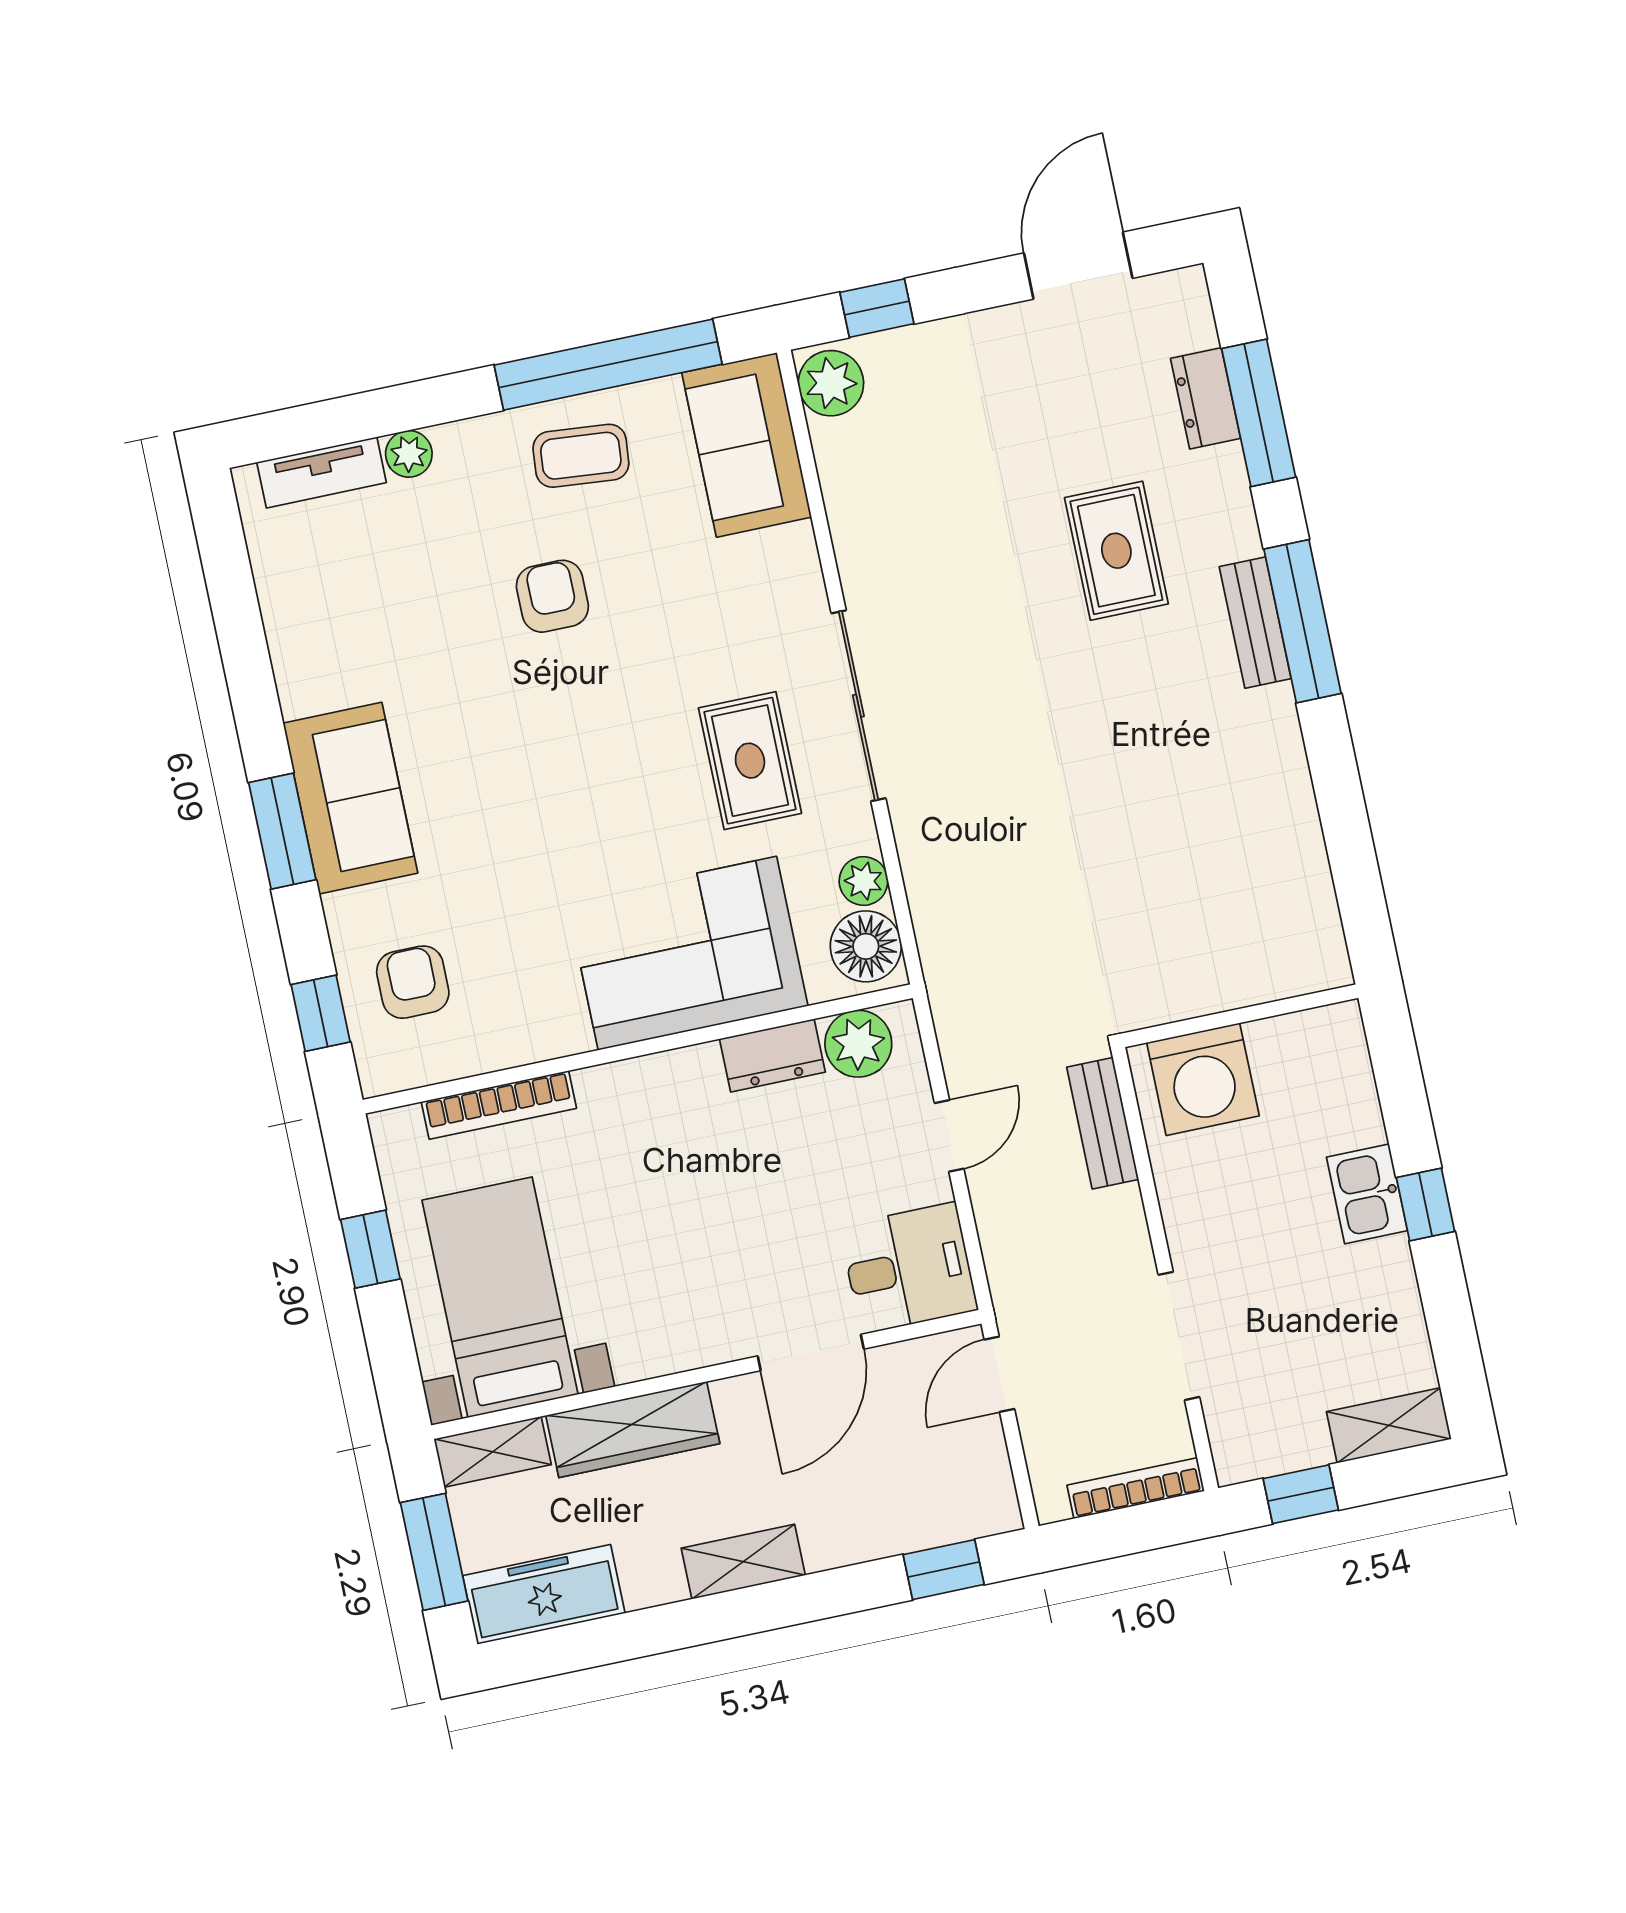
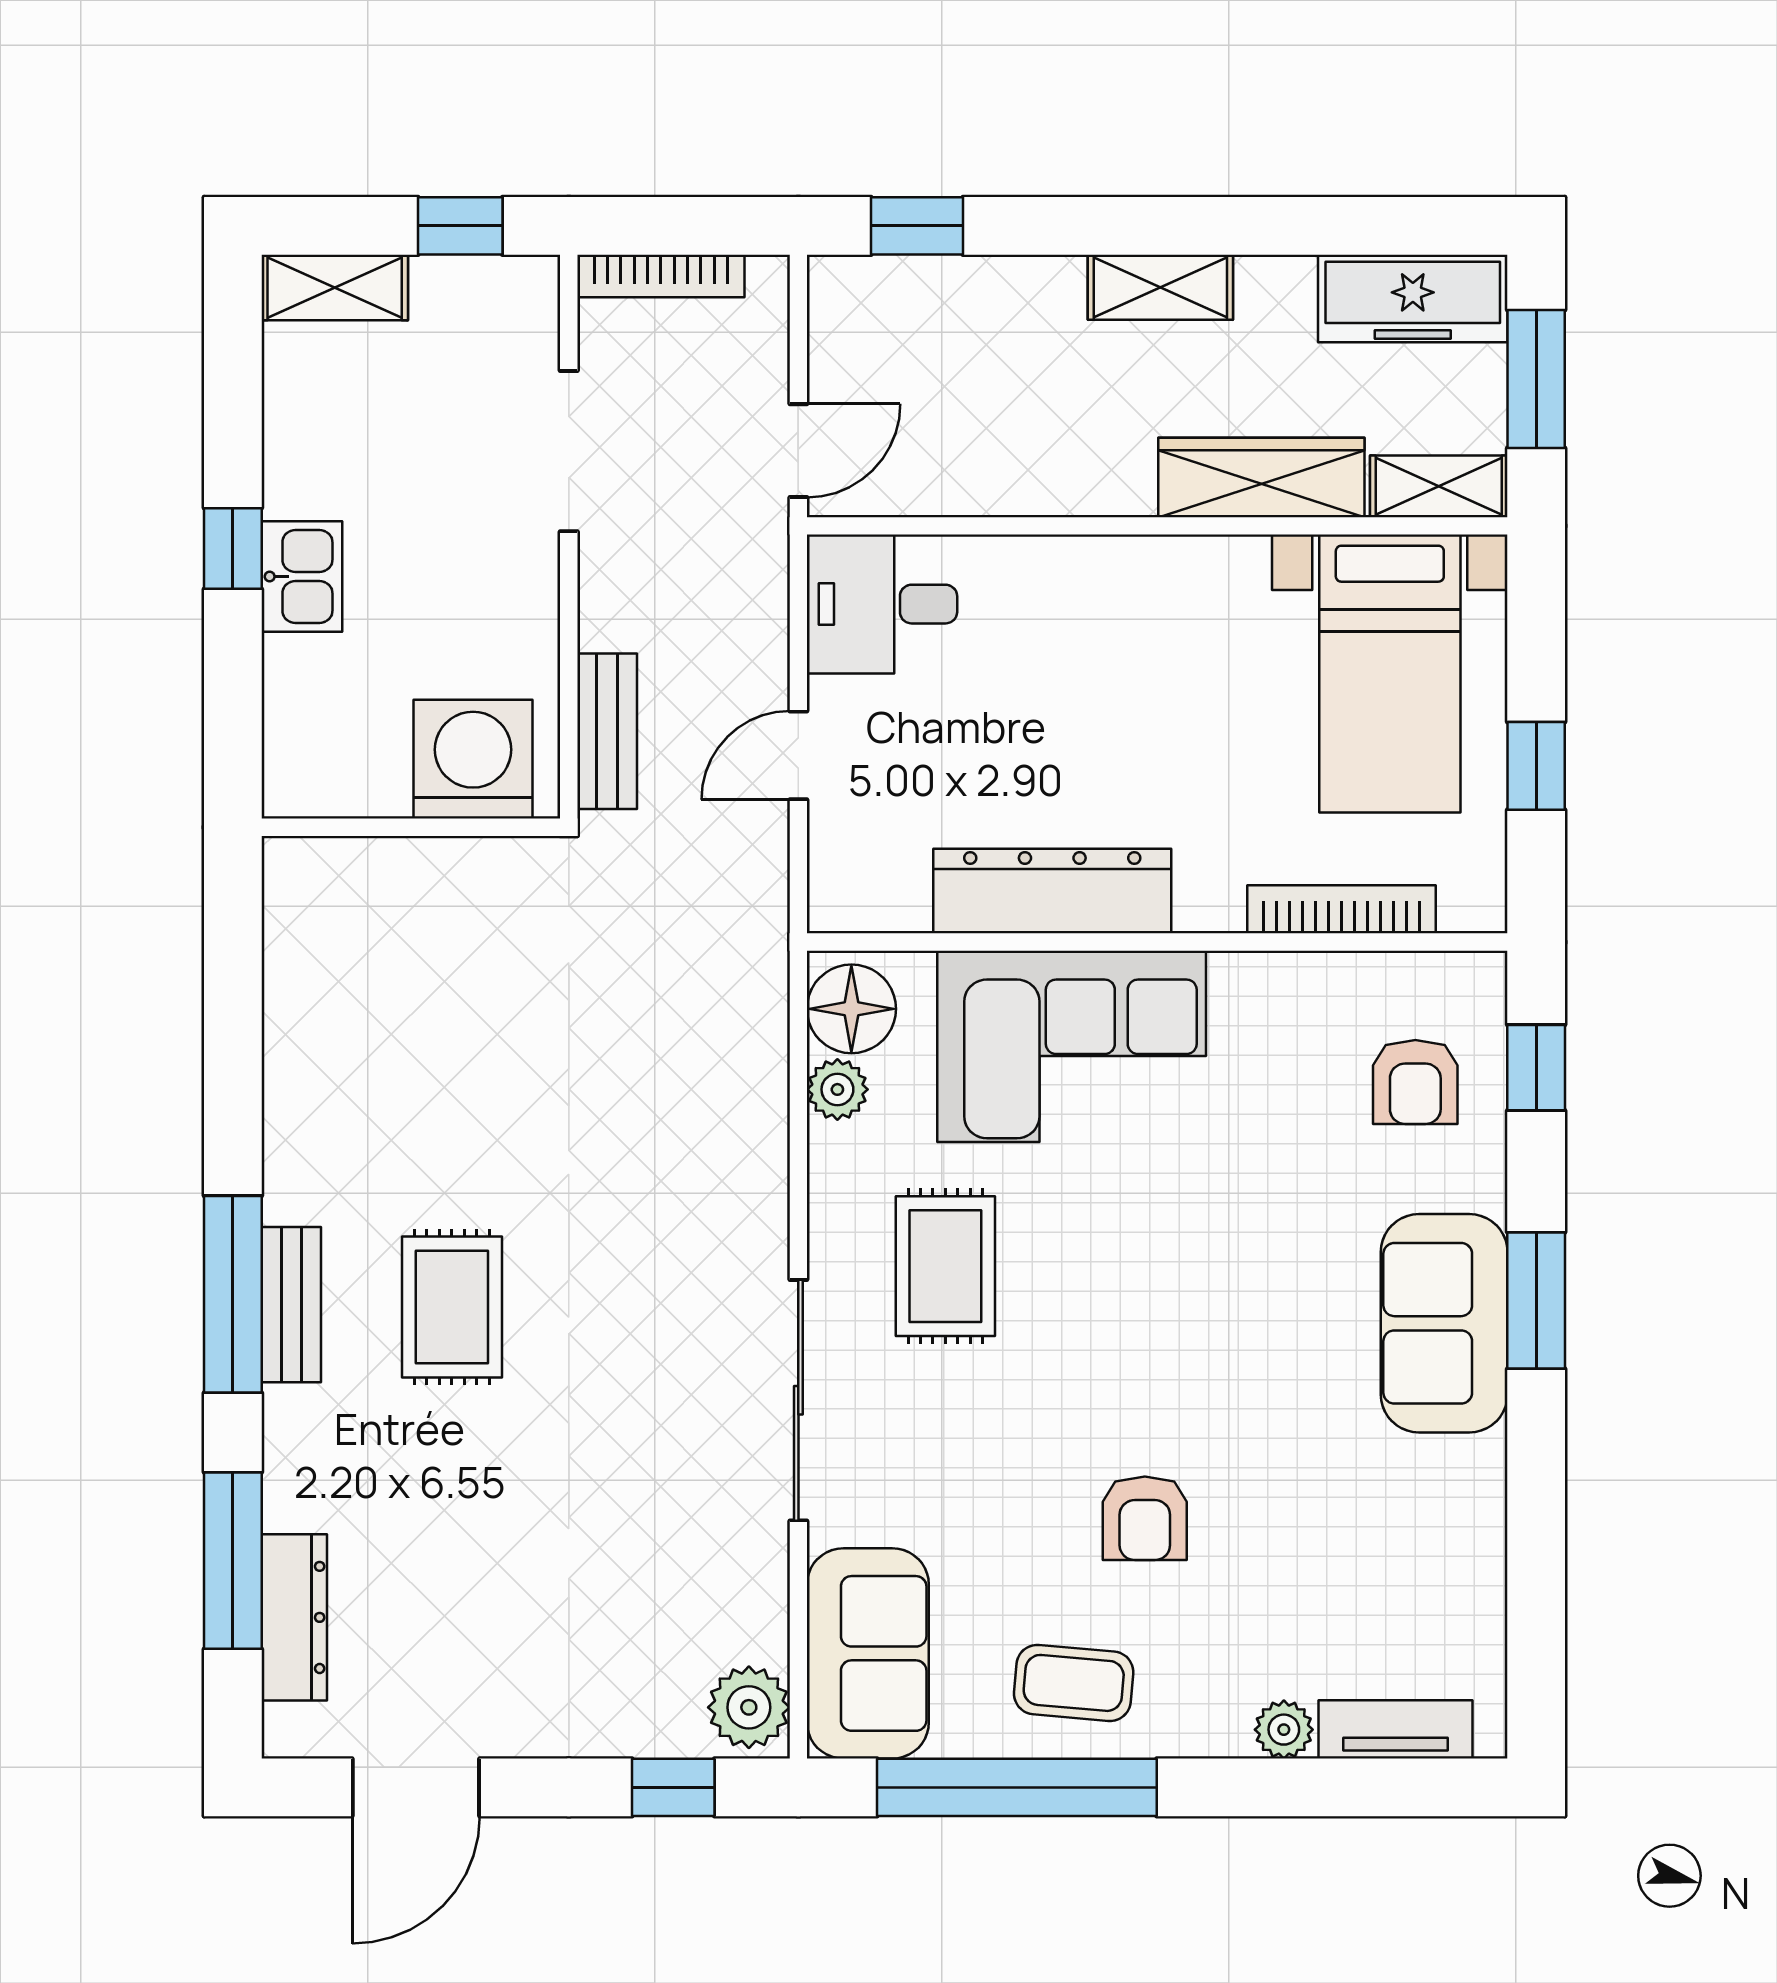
dresser: (1206, 398) -> (294, 1617), width x1.44
rug: (1116, 551) -> (452, 1307), moved
sliding door: (858, 706) -> (798, 1400), moved
plant: (858, 1044) -> (886, 892), removed
dresser: (772, 1055) -> (1052, 891), width x1.96, depth x1.24
door: (811, 1352) -> (1024, 526), removed

